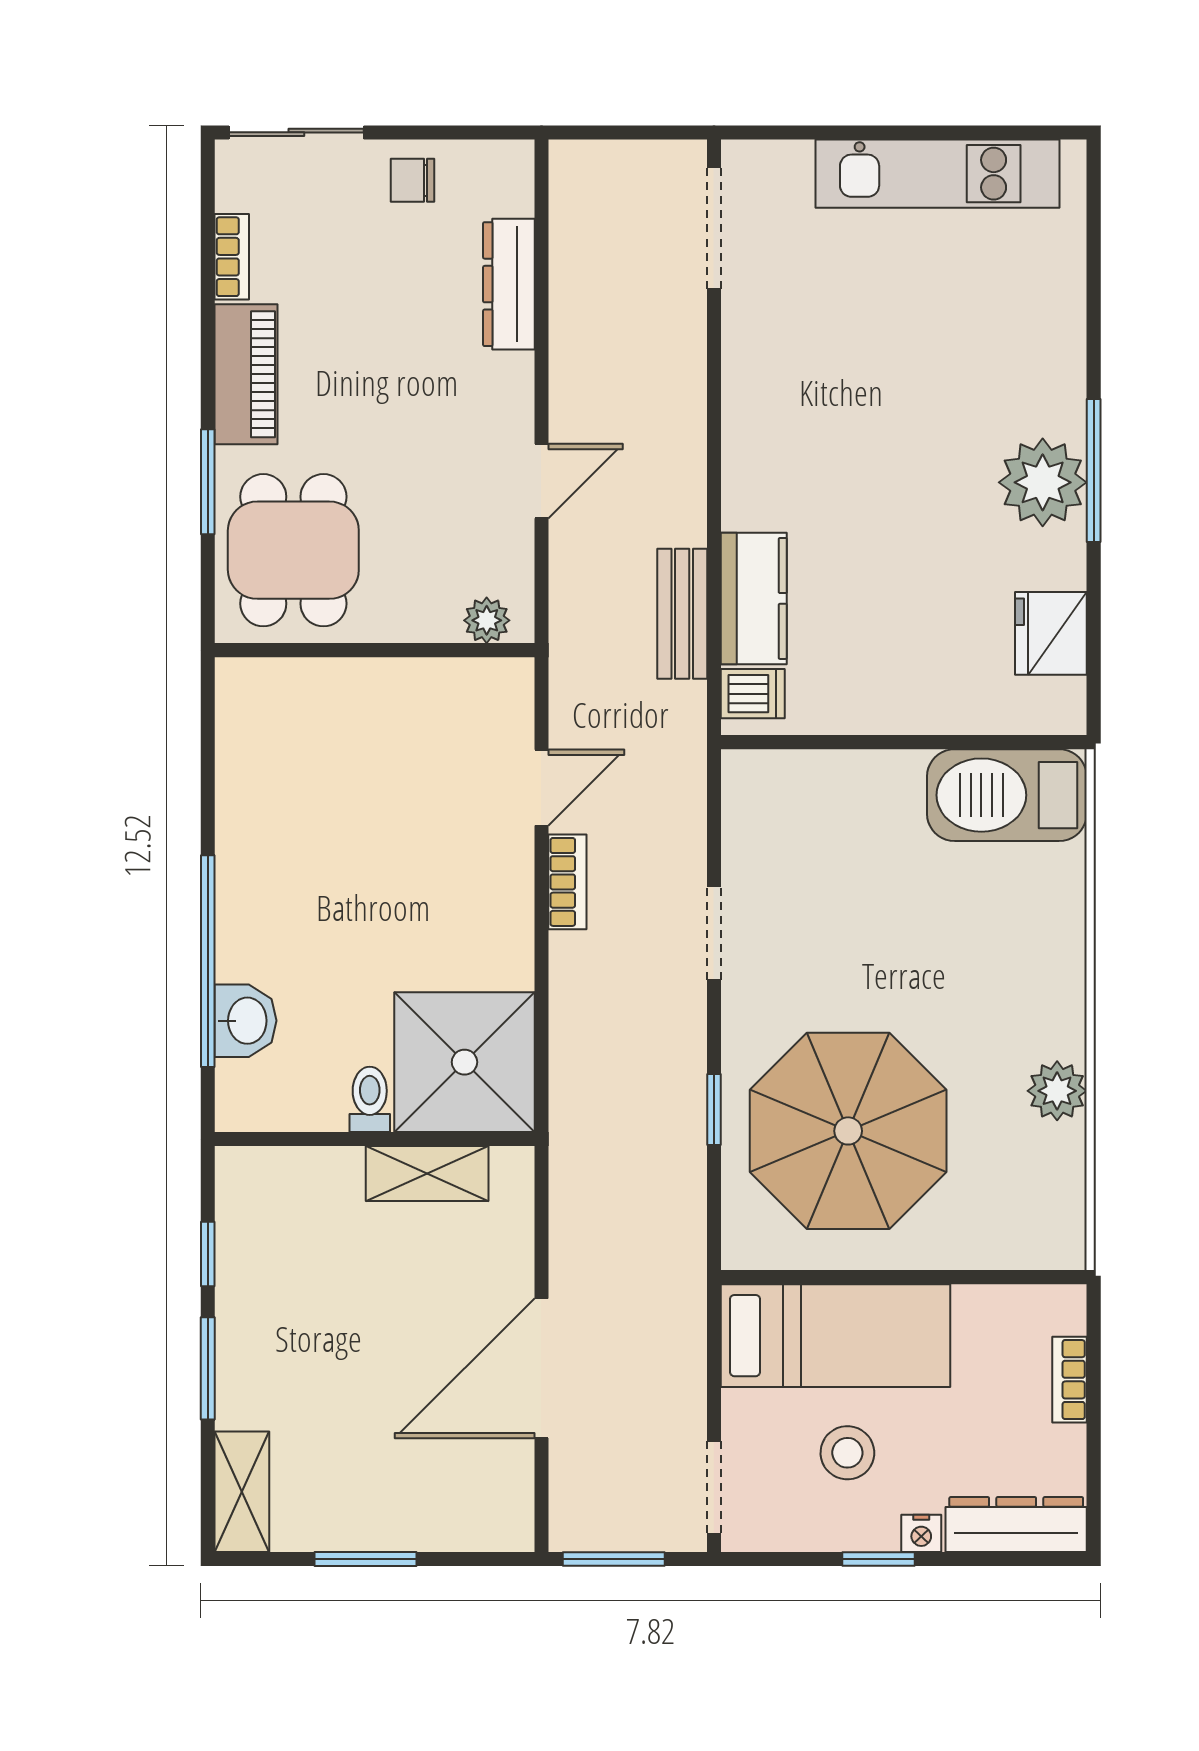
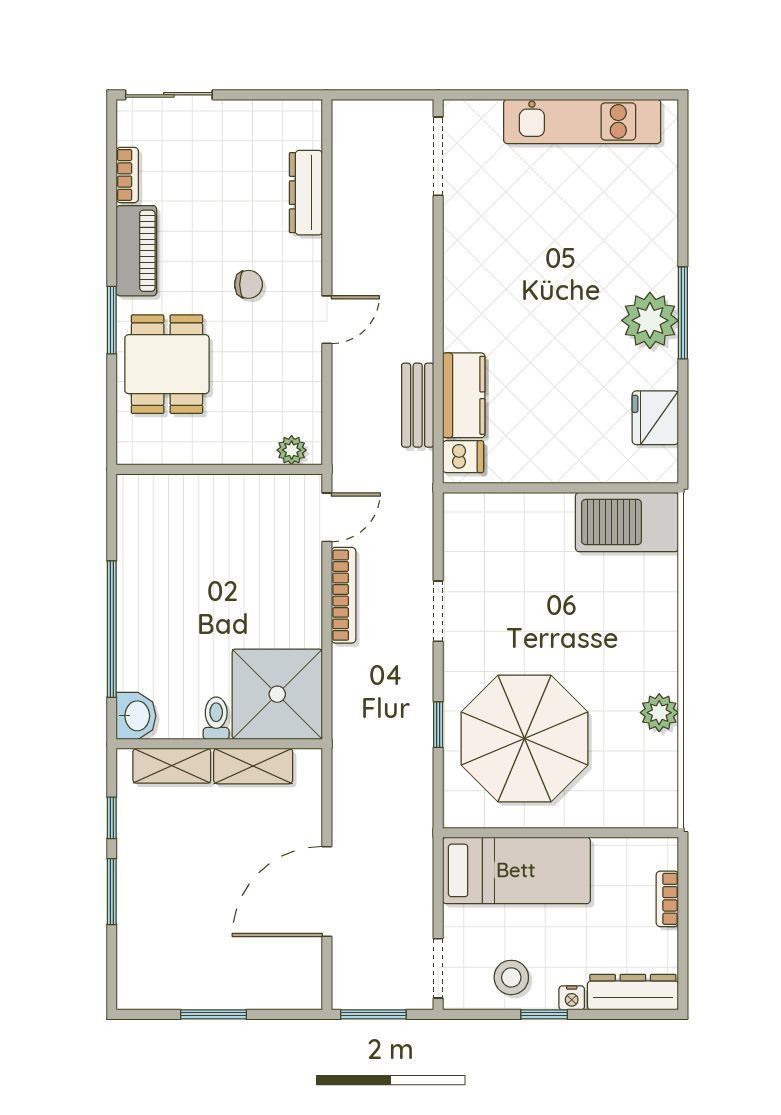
chair: (413, 180) -> (248, 284), moved, turned 180
plant: (487, 620) -> (292, 450), moved
wall: (375, 650) -> (219, 469), moved
bookcase: (567, 882) -> (344, 595), width x1.56
washbasin: (245, 1021) -> (136, 716), moved
stool: (847, 1453) -> (511, 977), moved
shelving: (242, 1492) -> (172, 766), moved, turned 90

